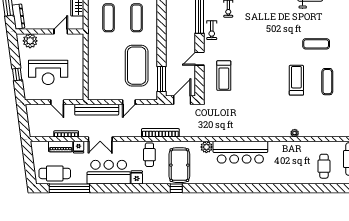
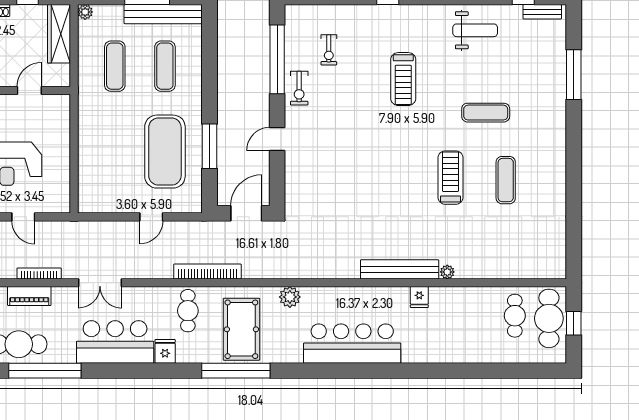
treadmill: (224, 76) -> (403, 79), moved
window: (161, 79) -> (209, 146), moved
bench: (97, 110) -> (400, 269), moved
fridge: (79, 147) -> (419, 297), moved
bar counter: (240, 152) -> (352, 344), moved, turned 180
cafe table: (324, 166) -> (515, 316), moved
window: (176, 188) -> (236, 371), width x3.17

